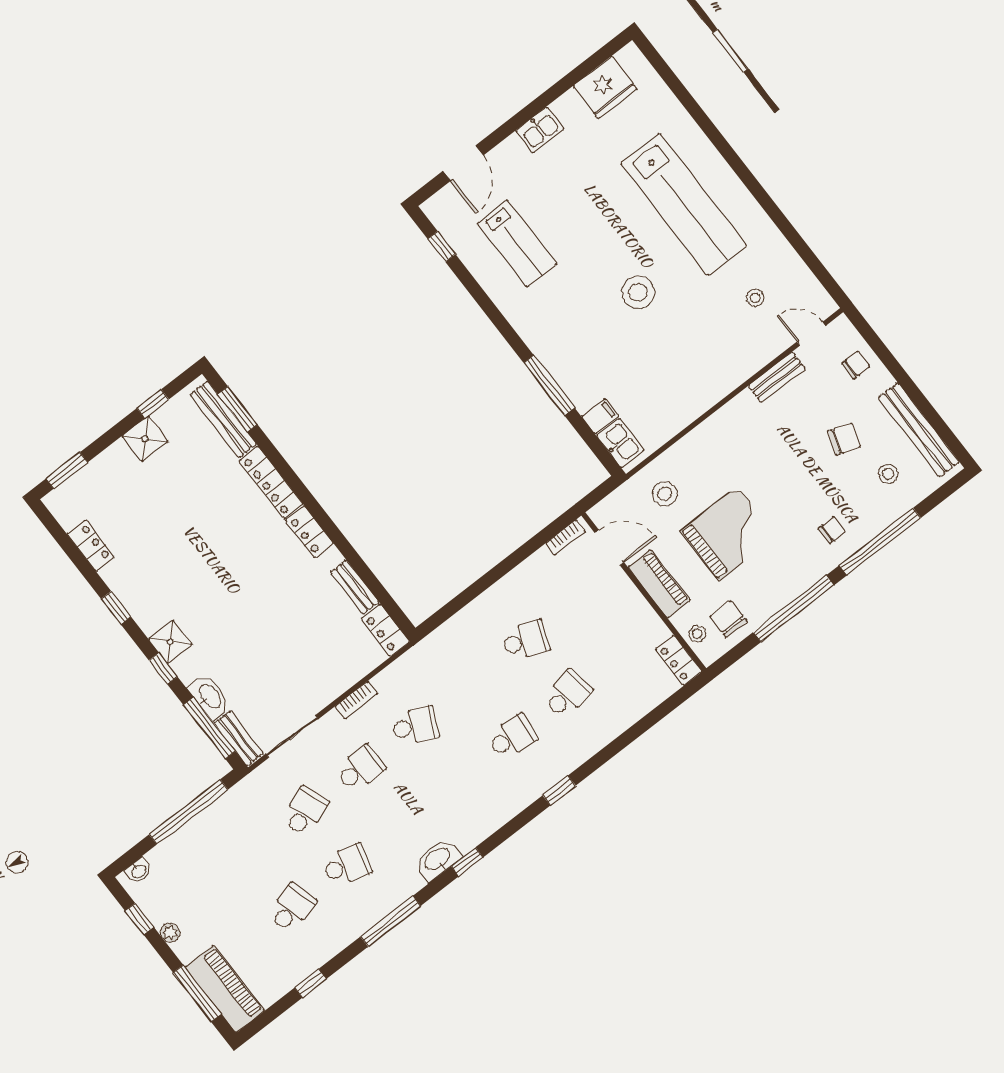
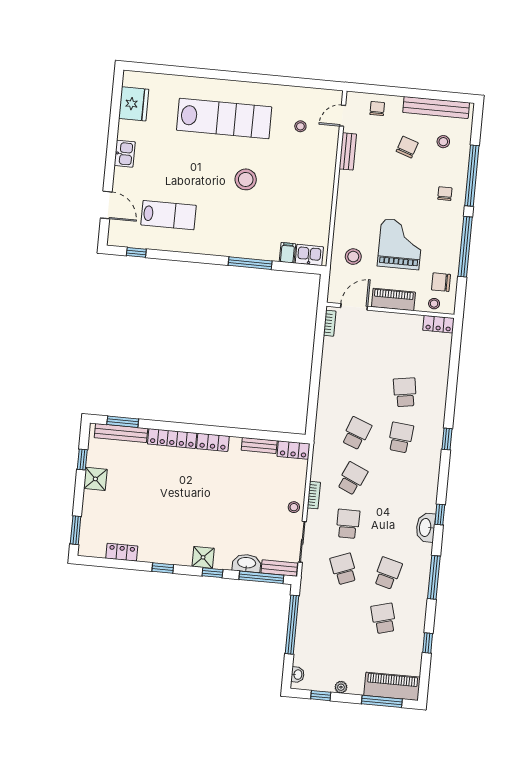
school desk: (526, 640) -> (356, 433), moved
stool: (322, 691) -> (294, 507), added

